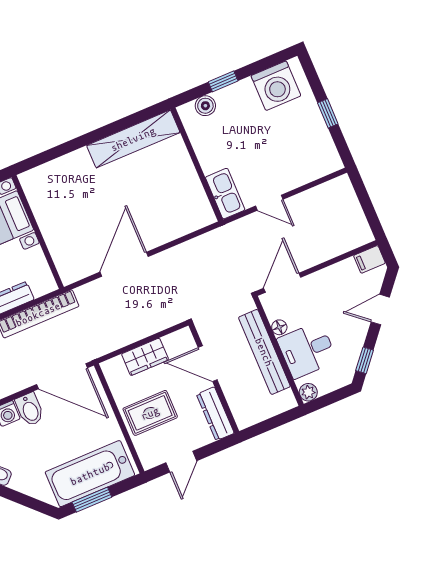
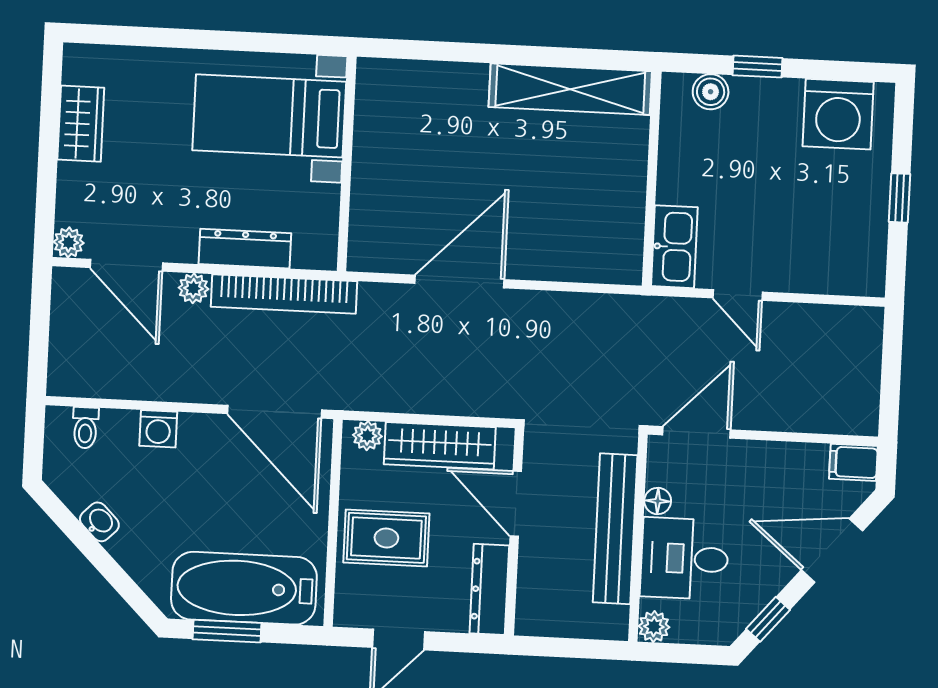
door: (380, 310) -> (832, 550), width x1.38
wardrobe: (145, 357) -> (440, 446), width x1.50
plant: (115, 365) -> (367, 436), added
bidet: (30, 409) -> (198, 440), removed

